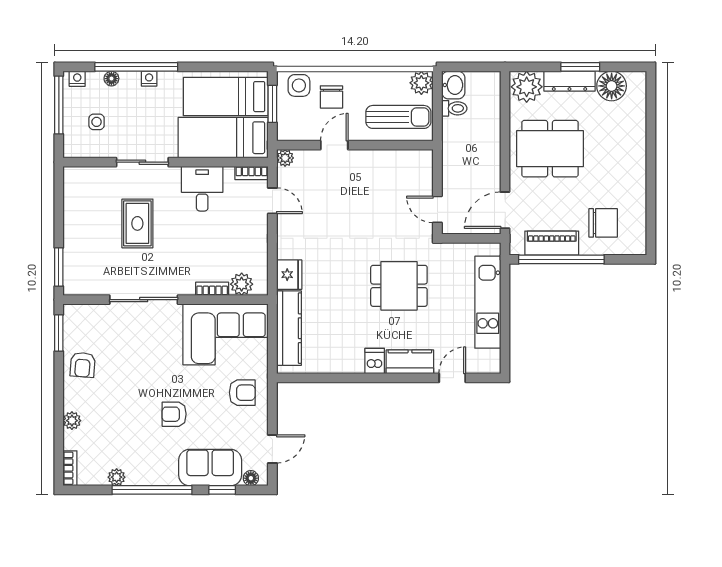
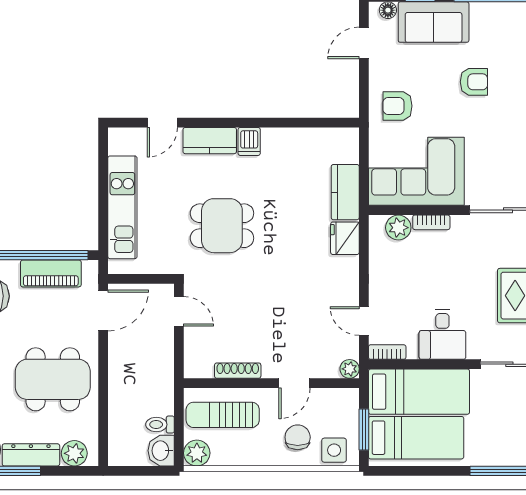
nightstand: (149, 79) -> (502, 458), removed
plant: (527, 87) -> (74, 453), width x0.73, depth x0.73
shoe rack: (385, 156) -> (238, 371), added
kitchen counter: (289, 328) -> (345, 192), width x0.67

